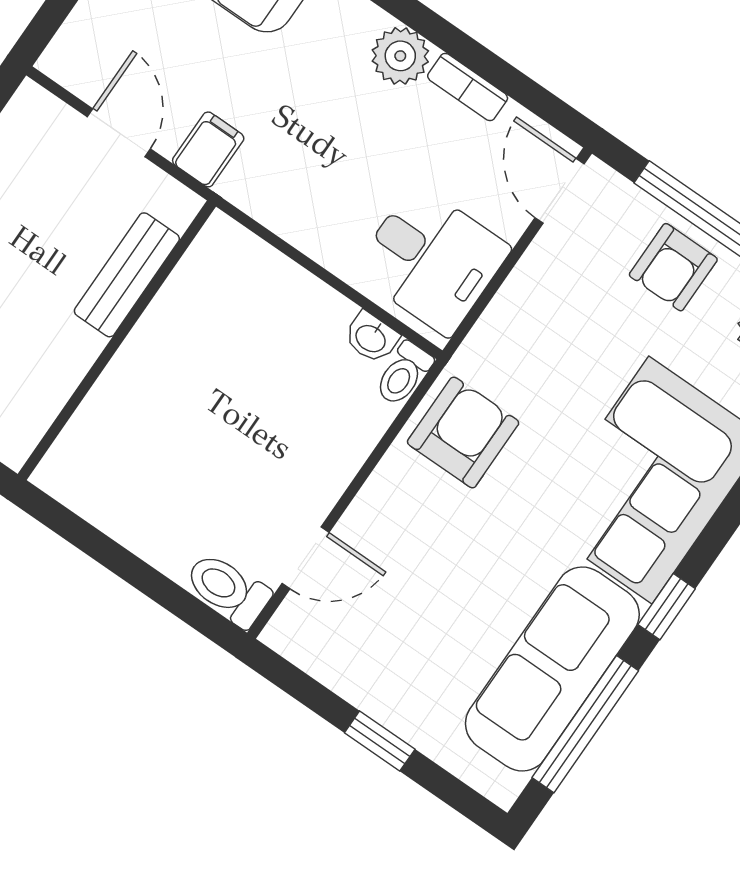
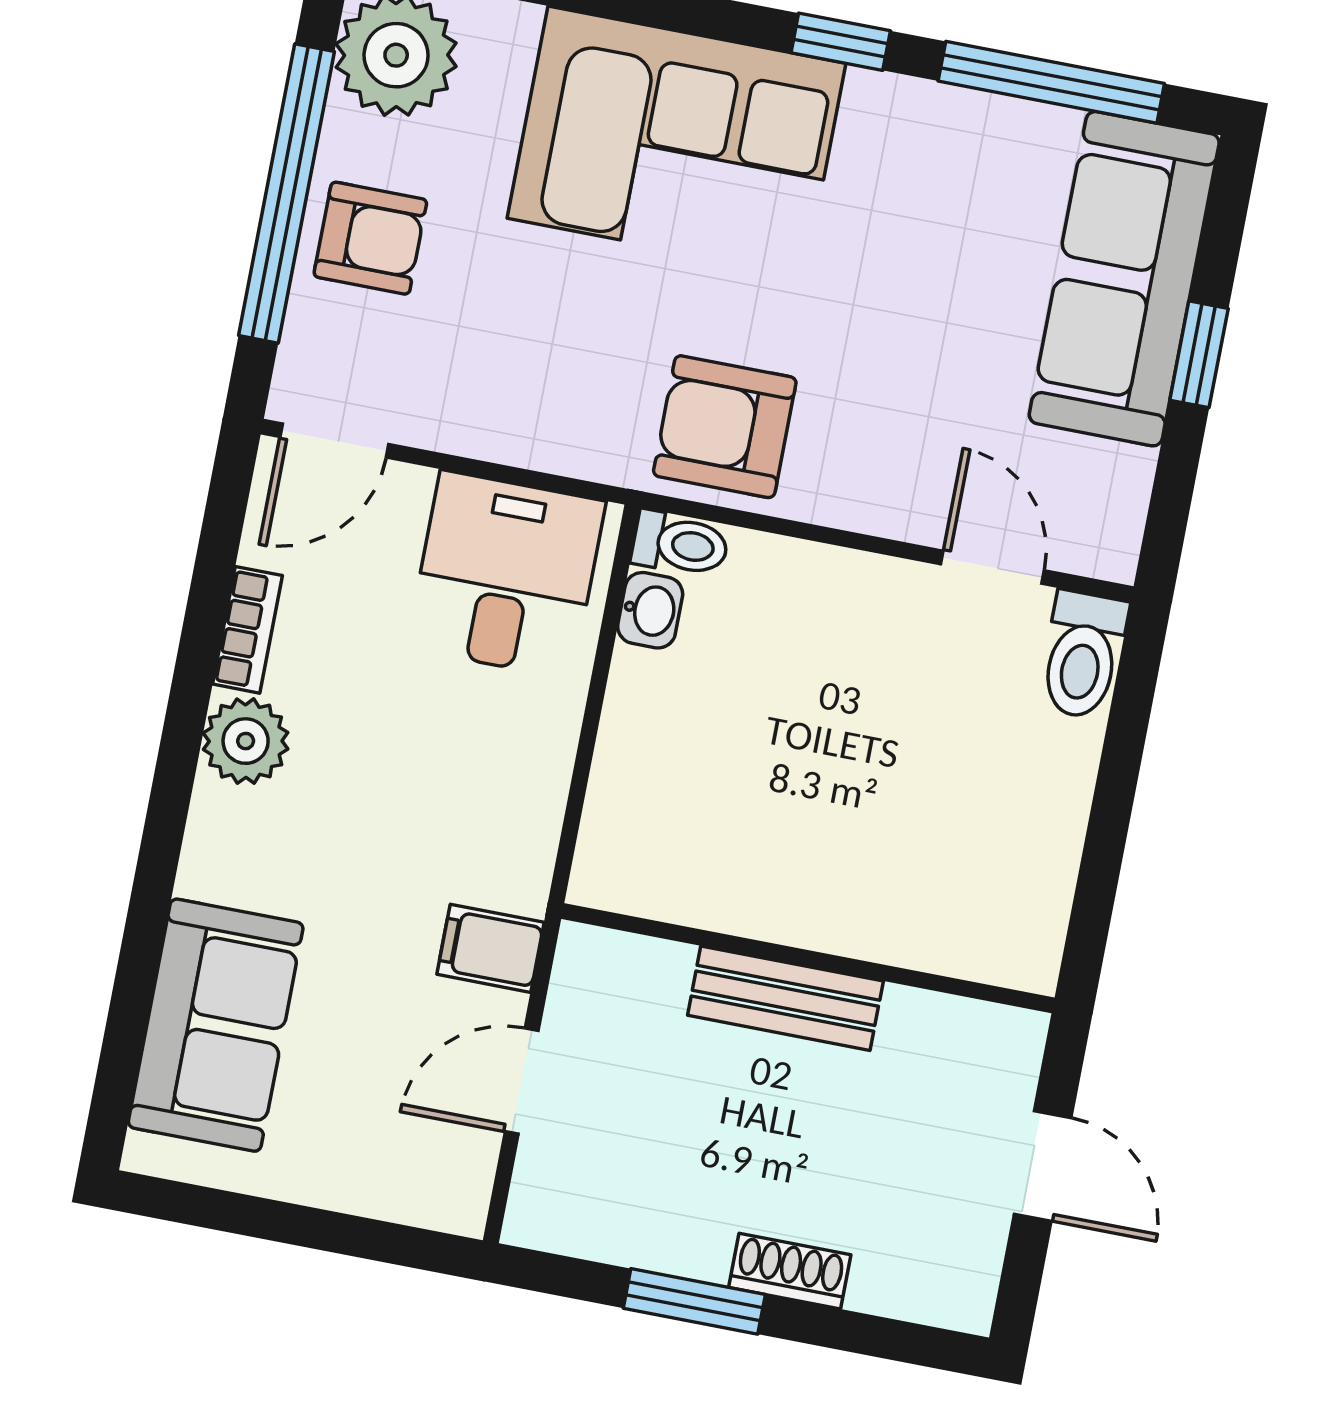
bench: (127, 275) -> (785, 998), moved
sofa: (552, 669) -> (1124, 279), moved, turned 90

